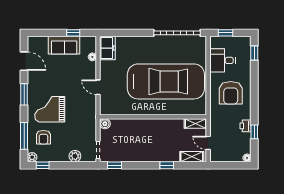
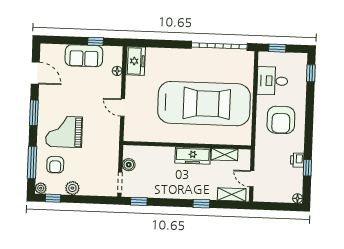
shelving: (195, 123) -> (224, 155), moved
boiler: (105, 124) -> (129, 165), moved
freezer: (158, 125) -> (193, 156), added
plant: (75, 156) -> (72, 188), moved

